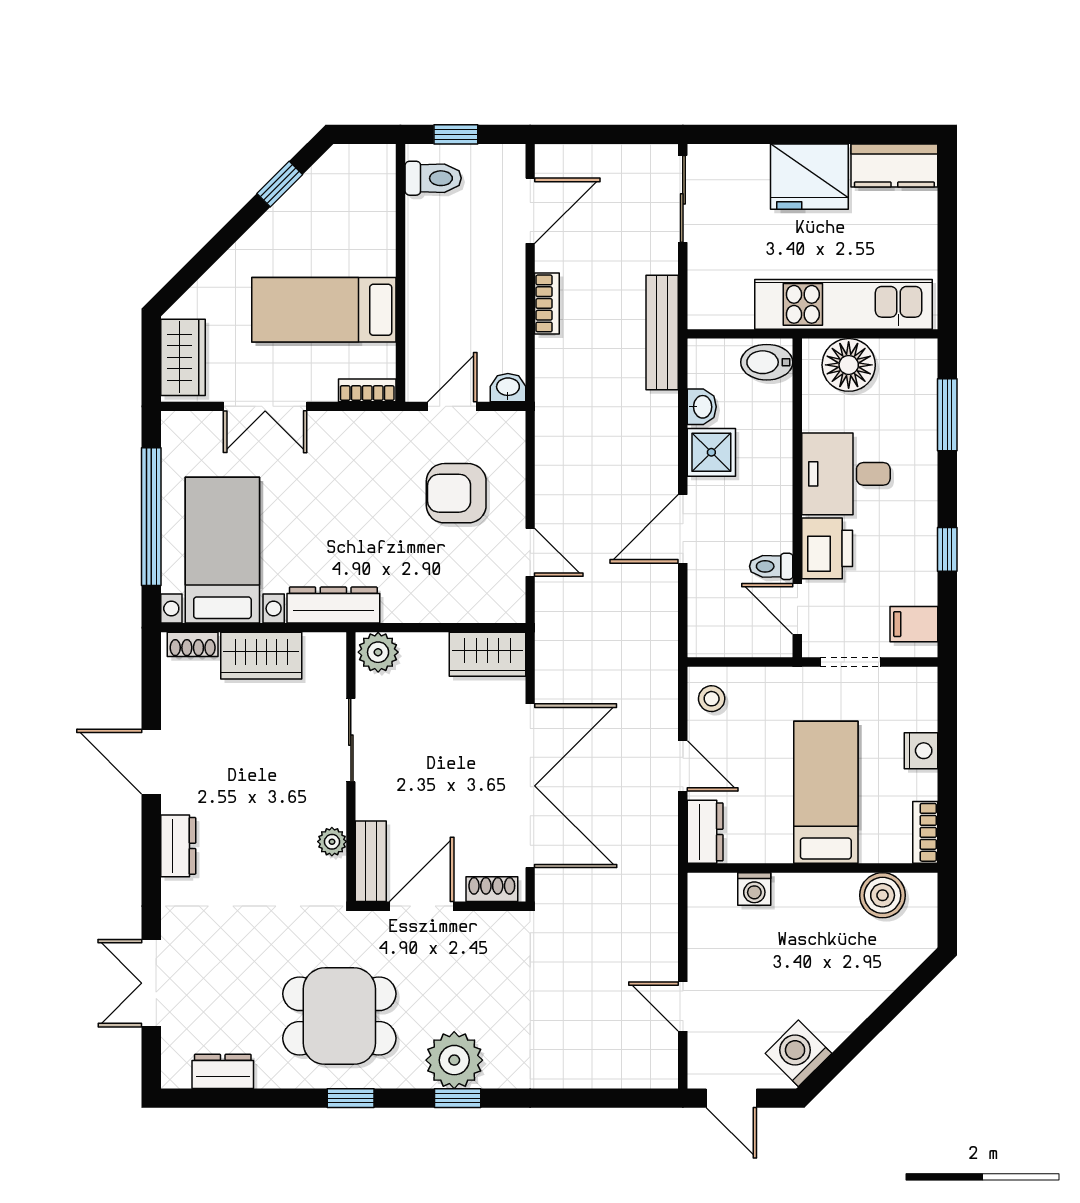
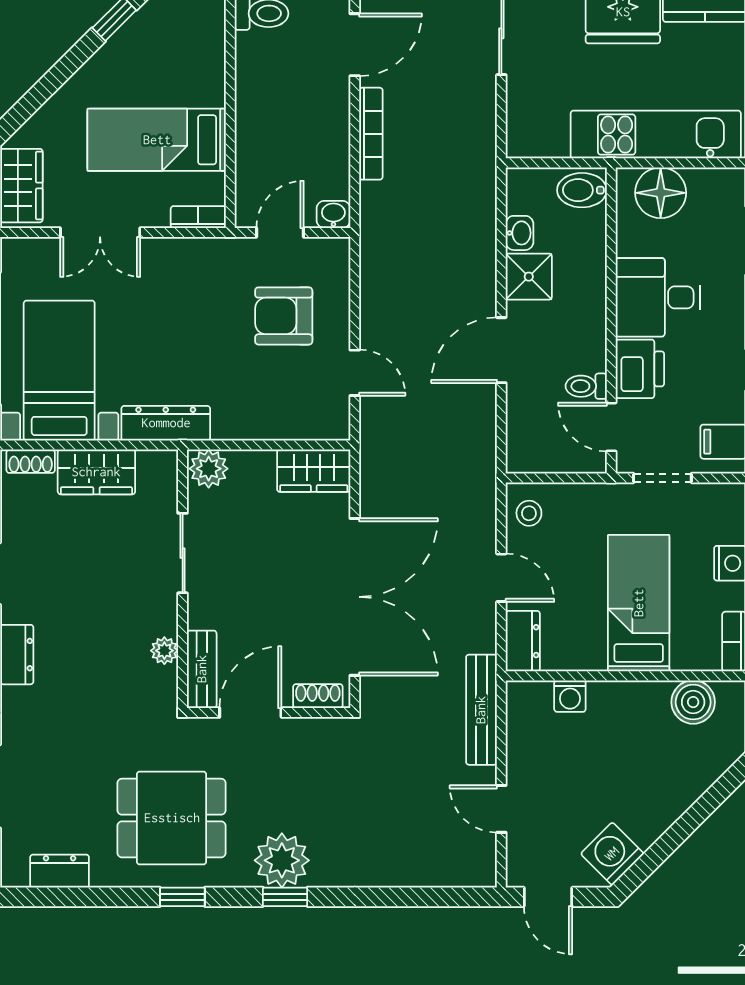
bookcase: (547, 303) -> (371, 134), width x1.56
bench: (662, 332) -> (481, 710), moved

